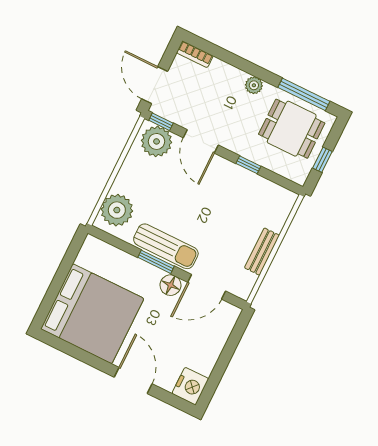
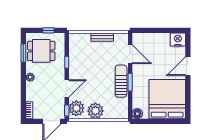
window: (304, 94) -> (23, 53), width x0.69
dining table: (292, 129) -> (41, 51), turned 90
plant: (117, 210) -> (95, 111), moved
floor lamp: (170, 285) -> (137, 114), moved

